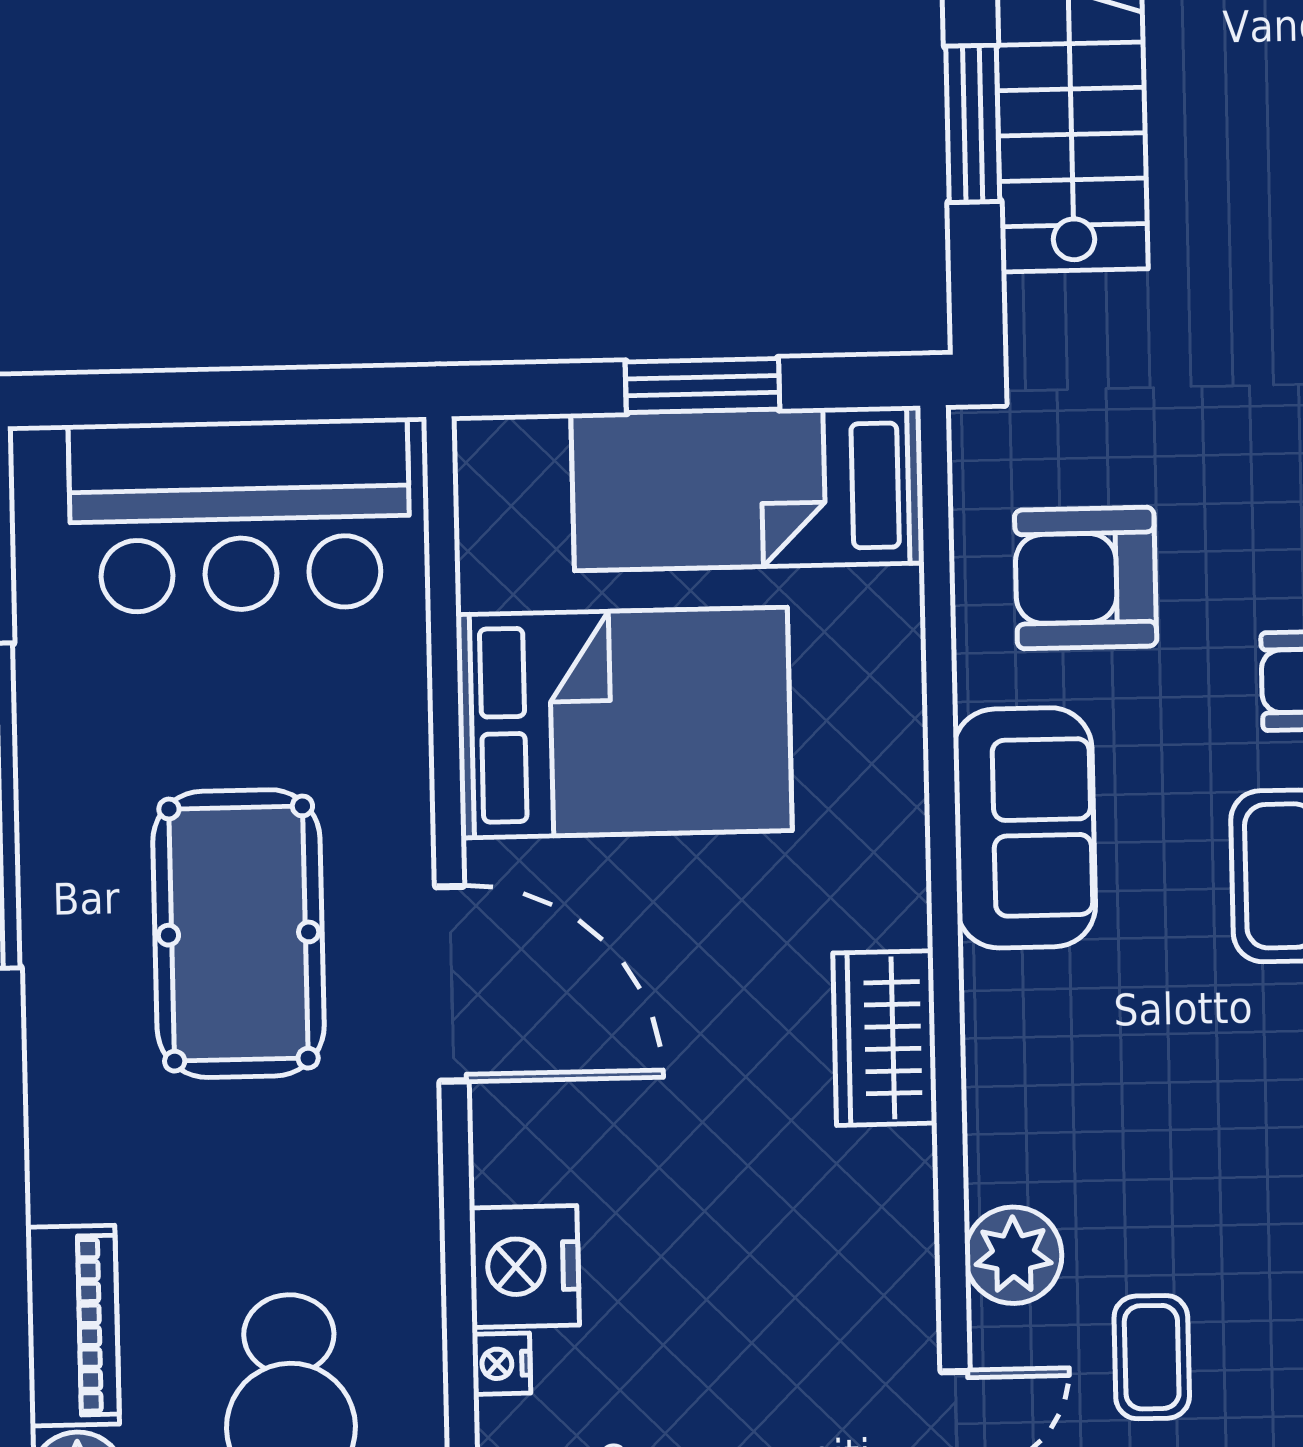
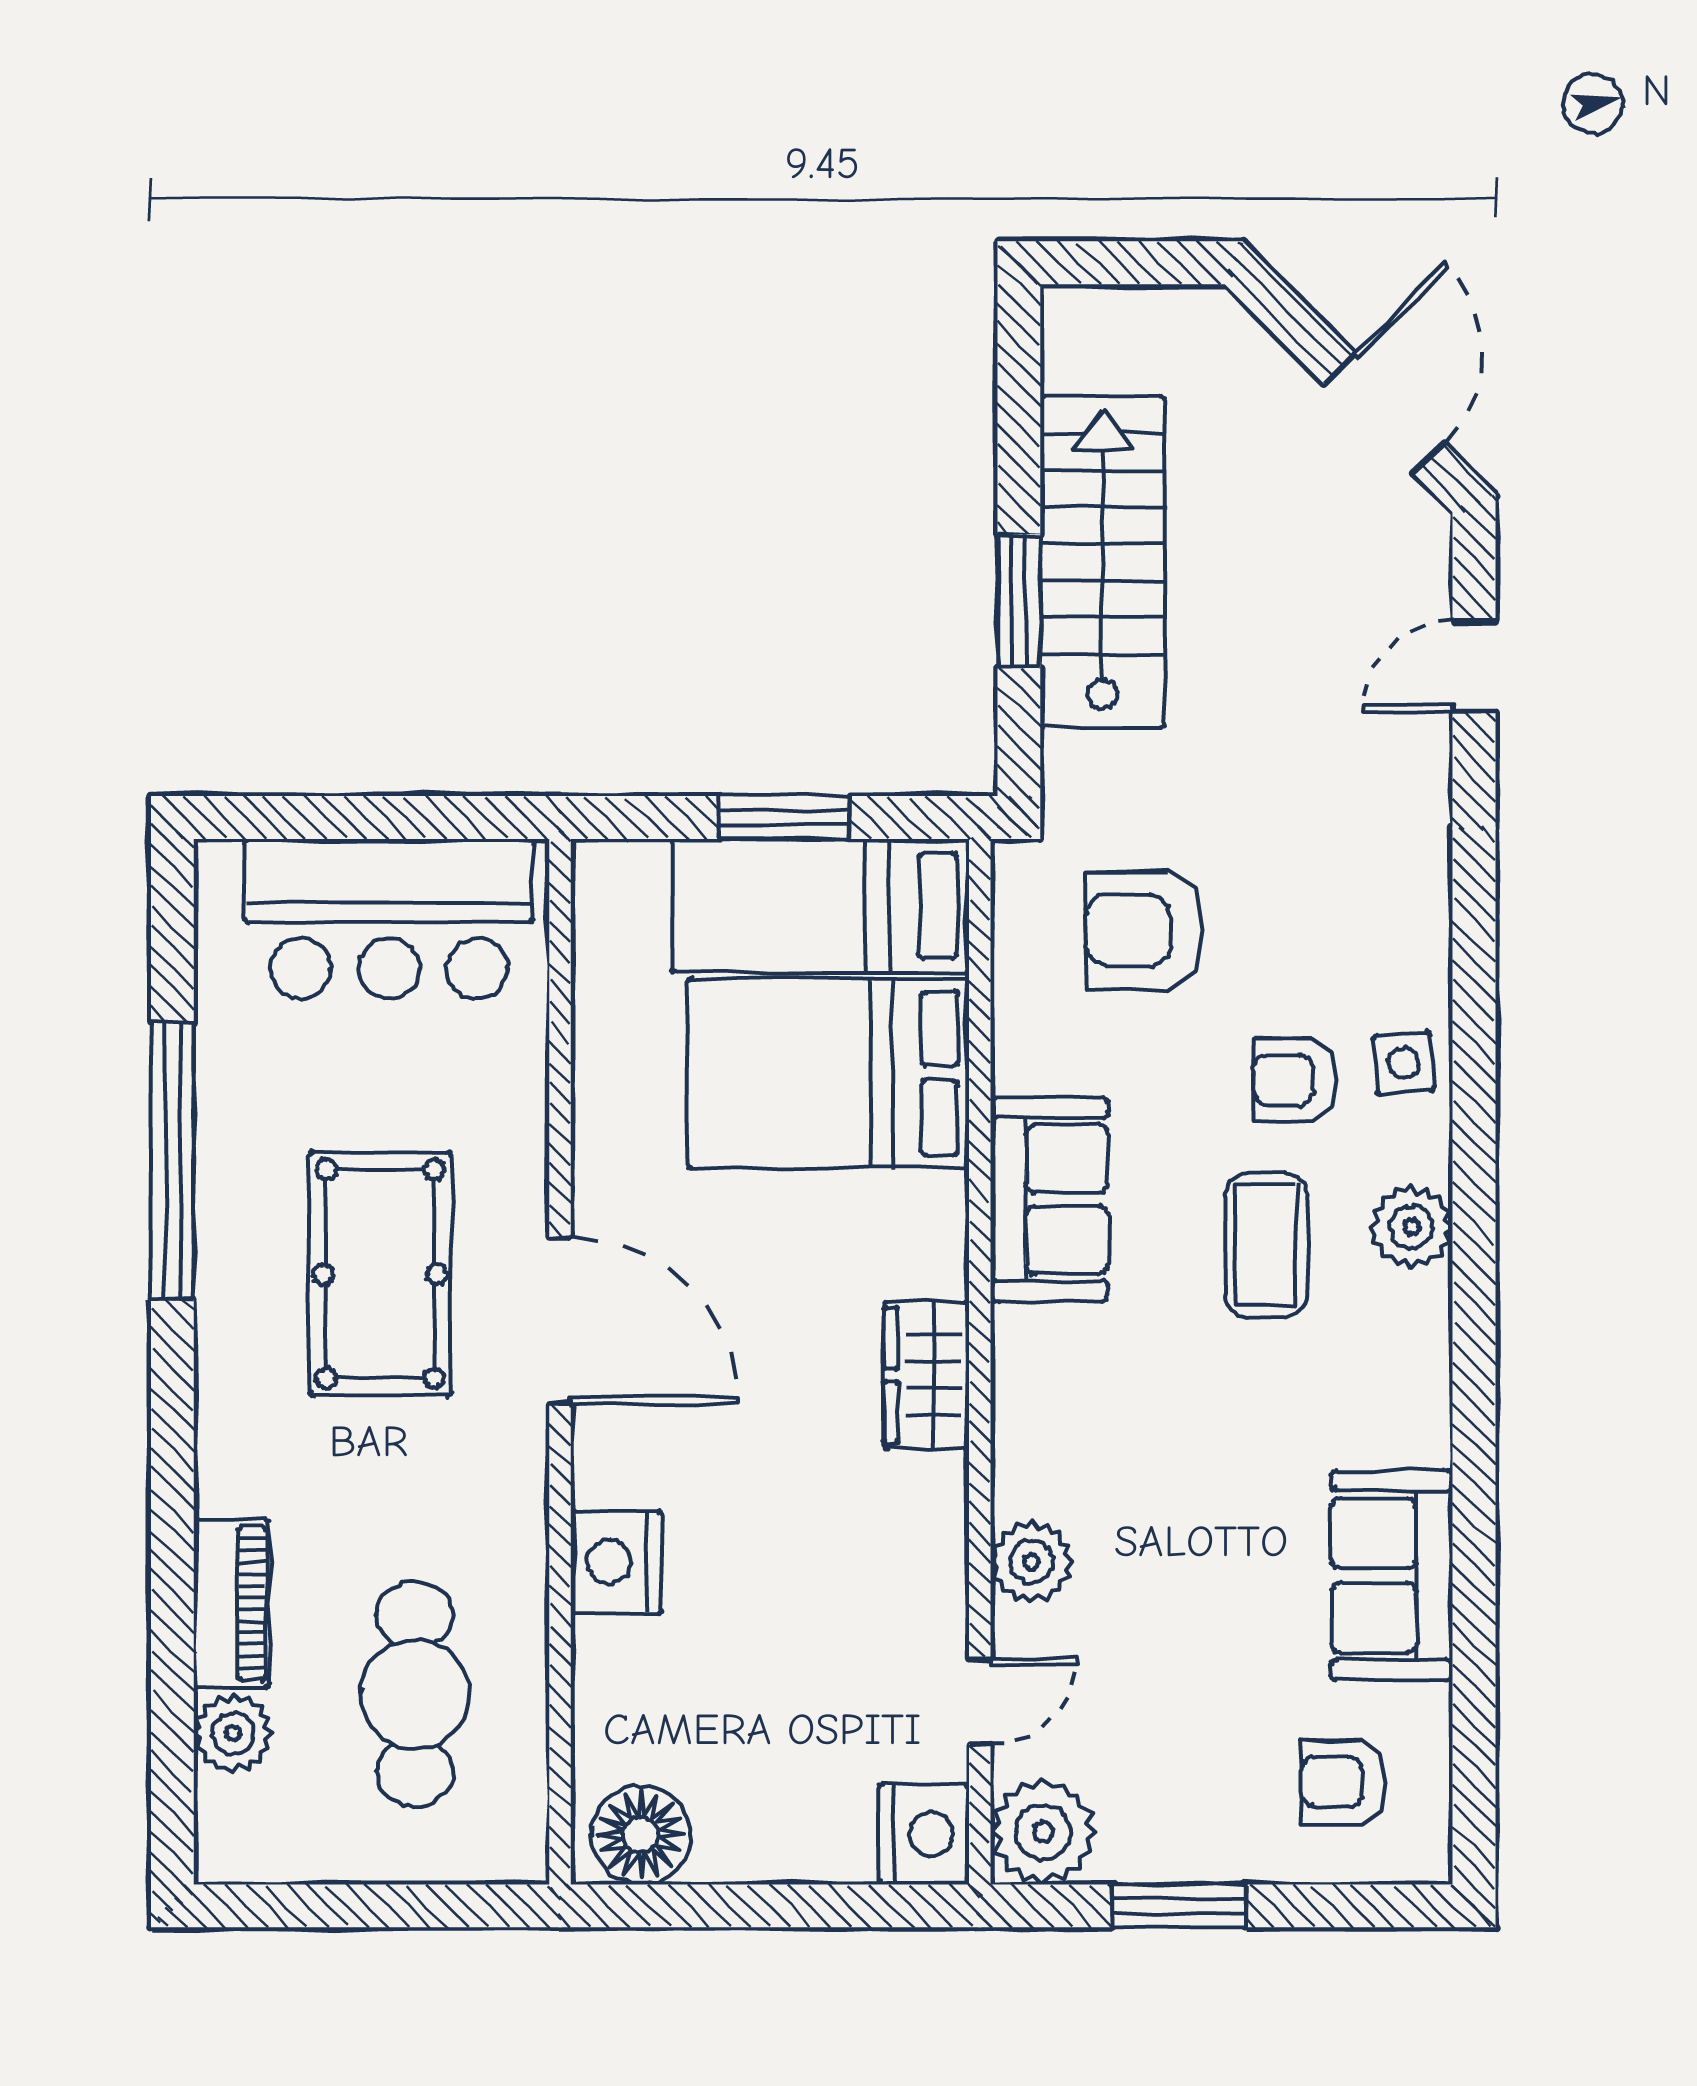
armchair: (1086, 578) -> (1145, 930), moved
bed: (624, 723) -> (828, 1073), moved, turned 180
coffee table: (1152, 1357) -> (1147, 1651), removed
nightstand: (501, 1364) -> (595, 1644), removed

